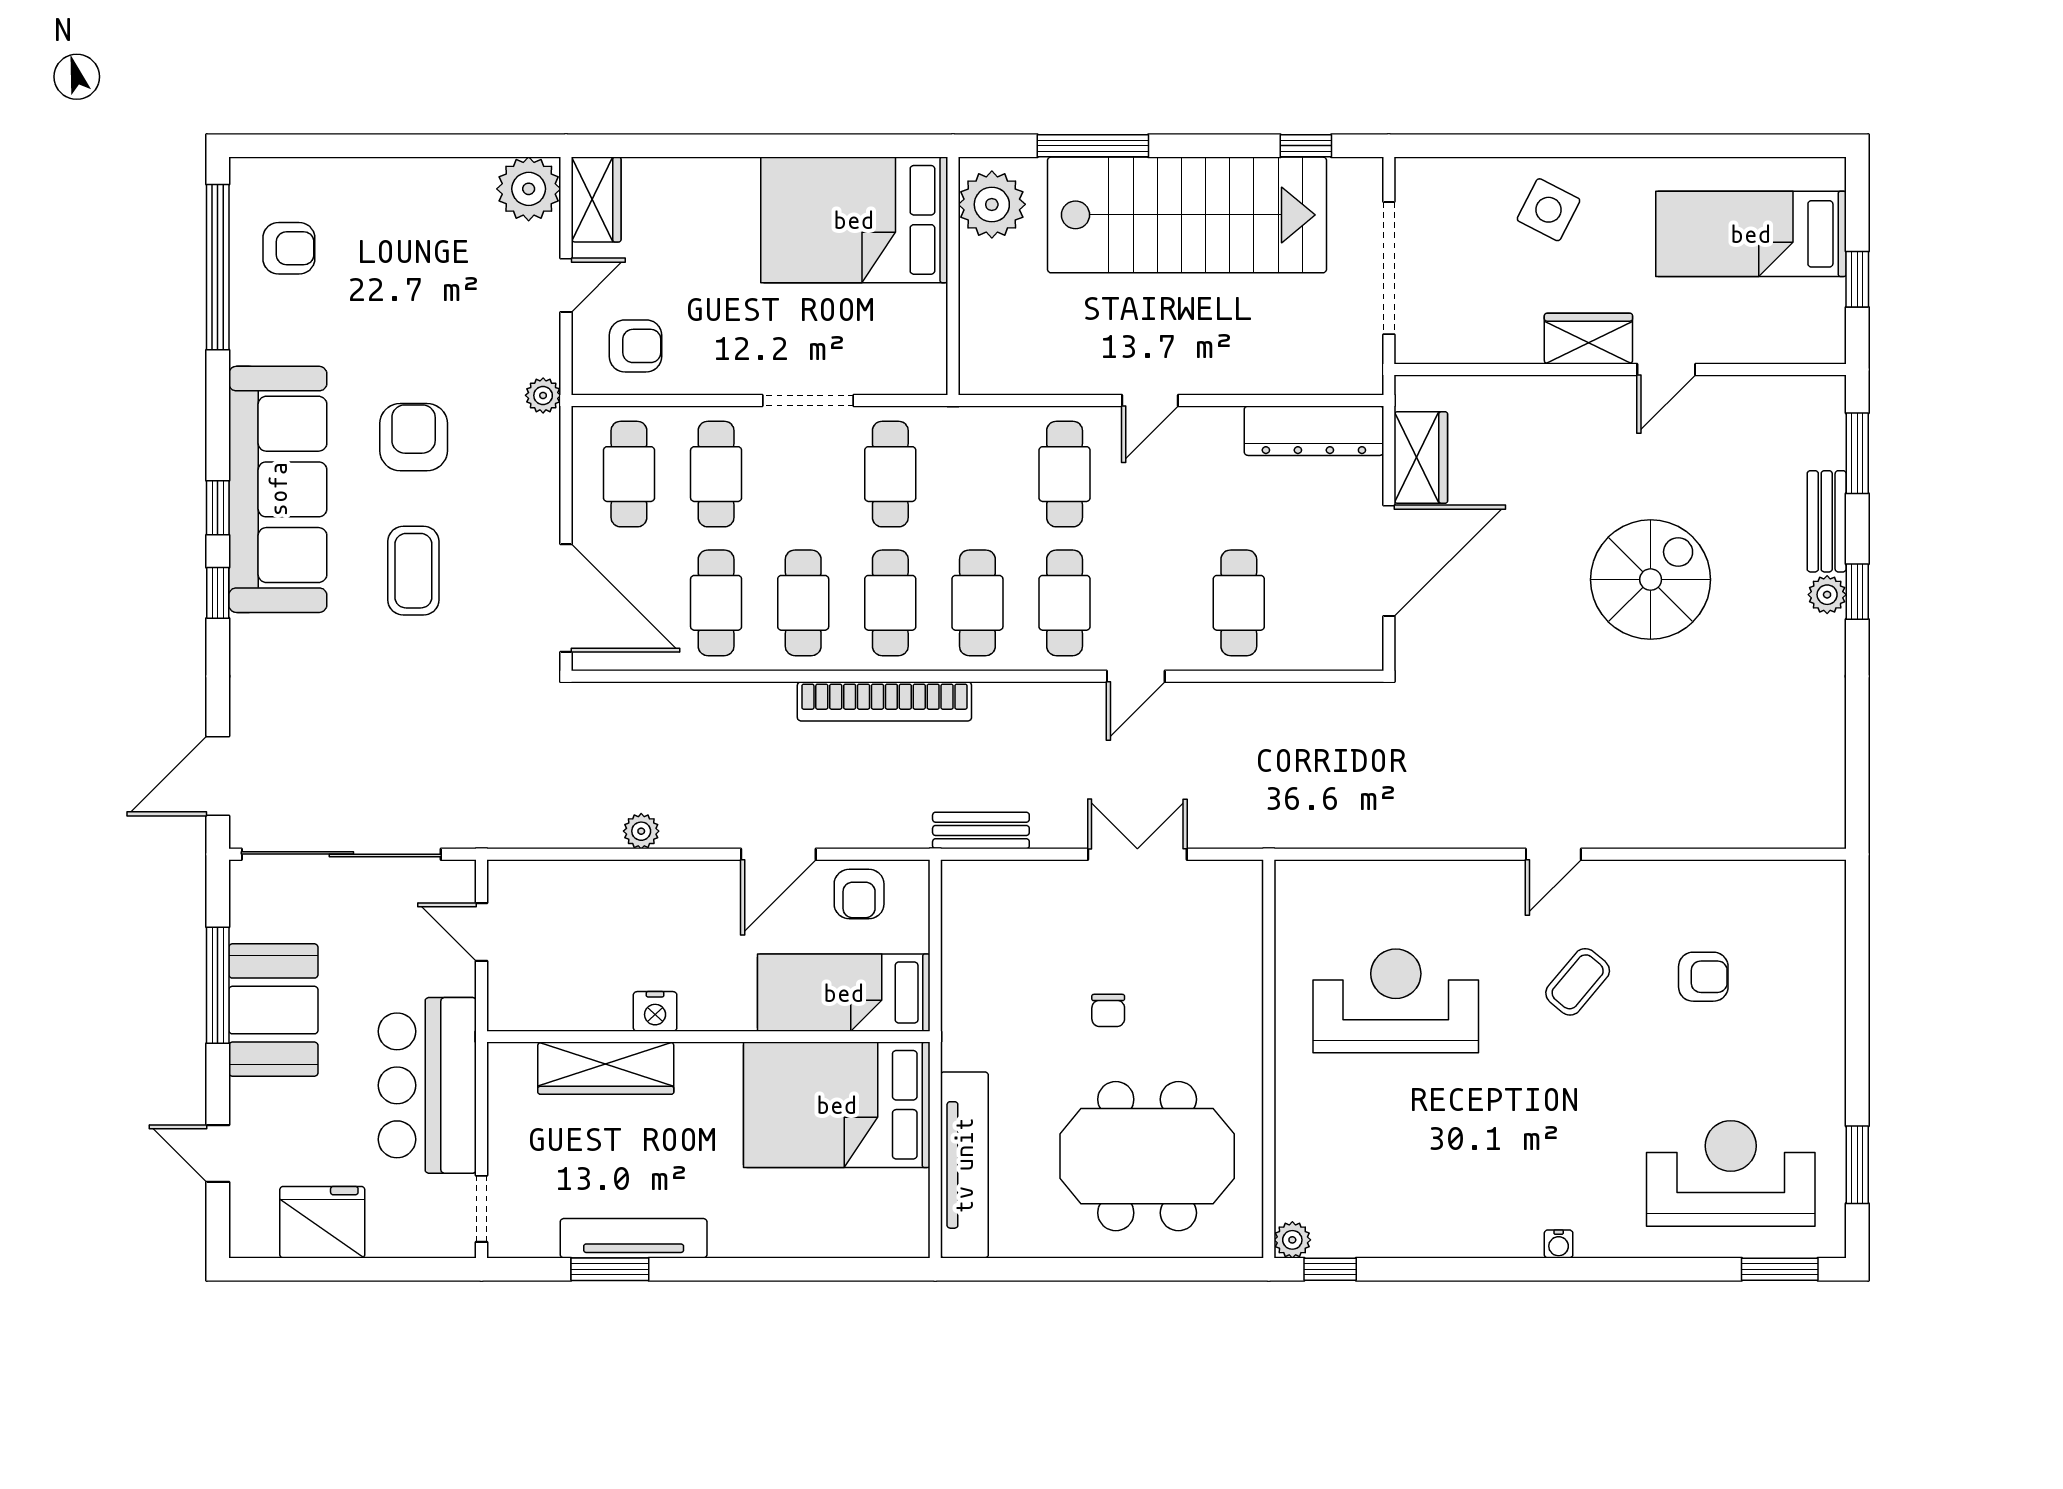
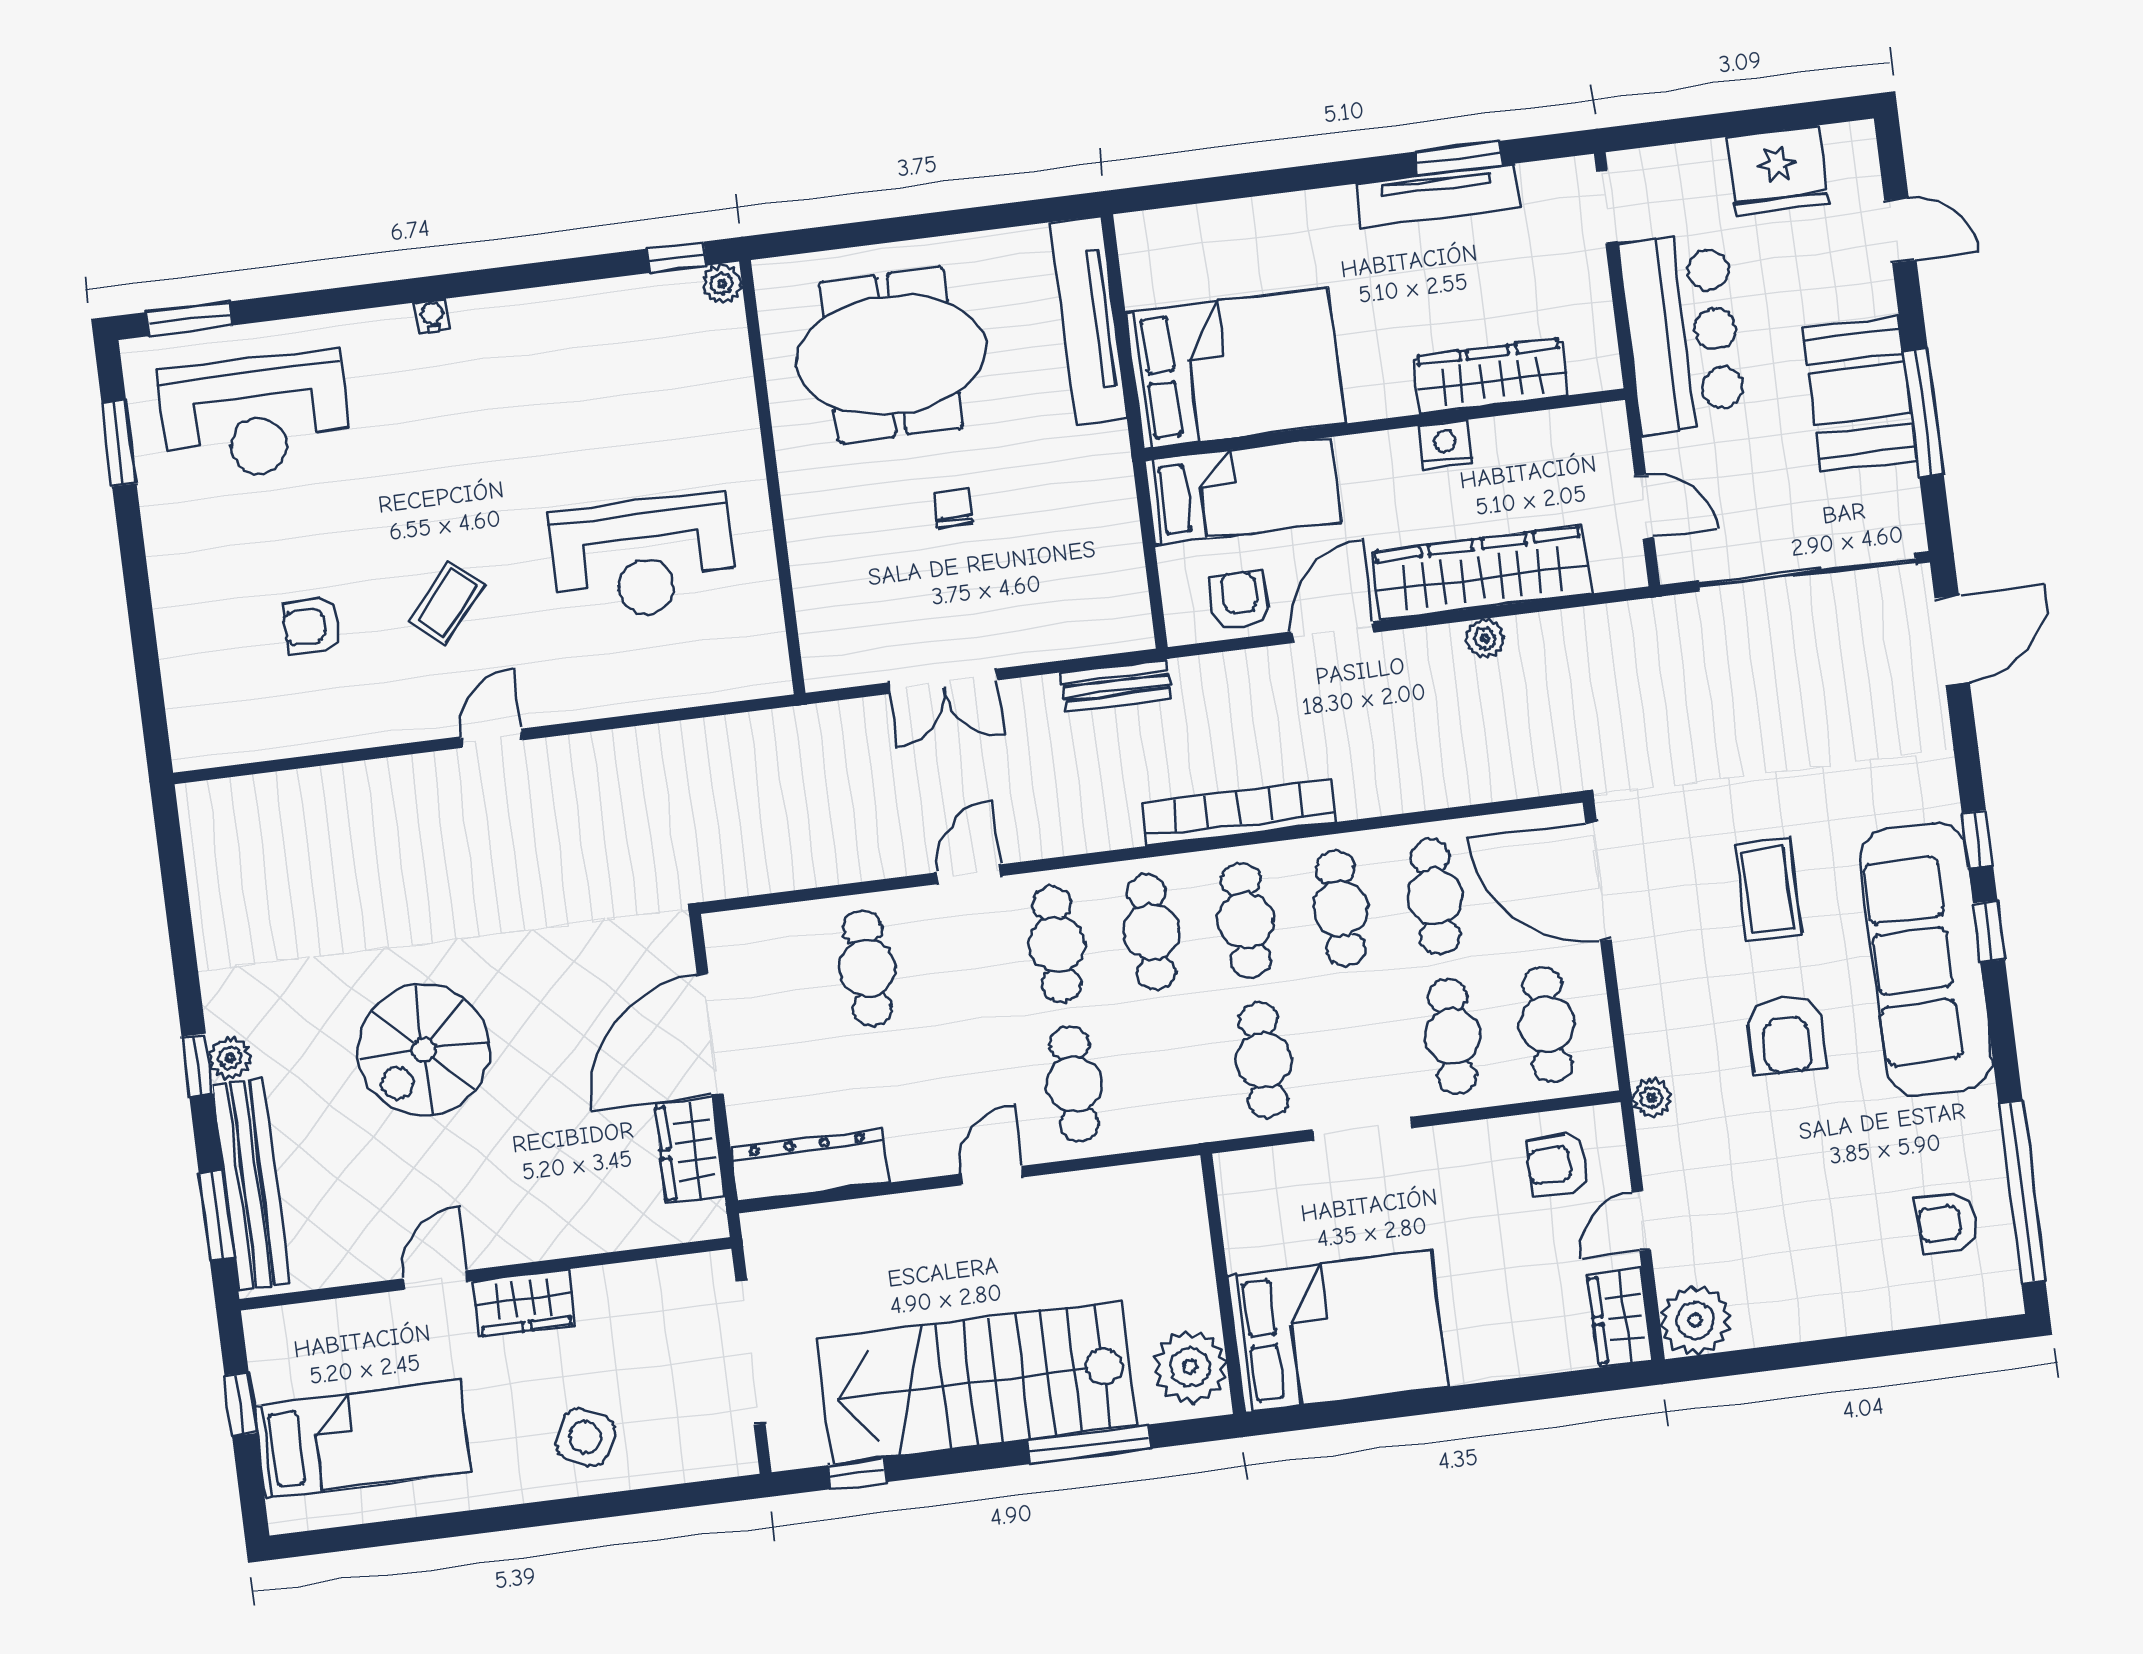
bench: (1827, 521) -> (251, 1184), width x1.86, depth x1.21
wardrobe: (637, 891) -> (1481, 573), added

